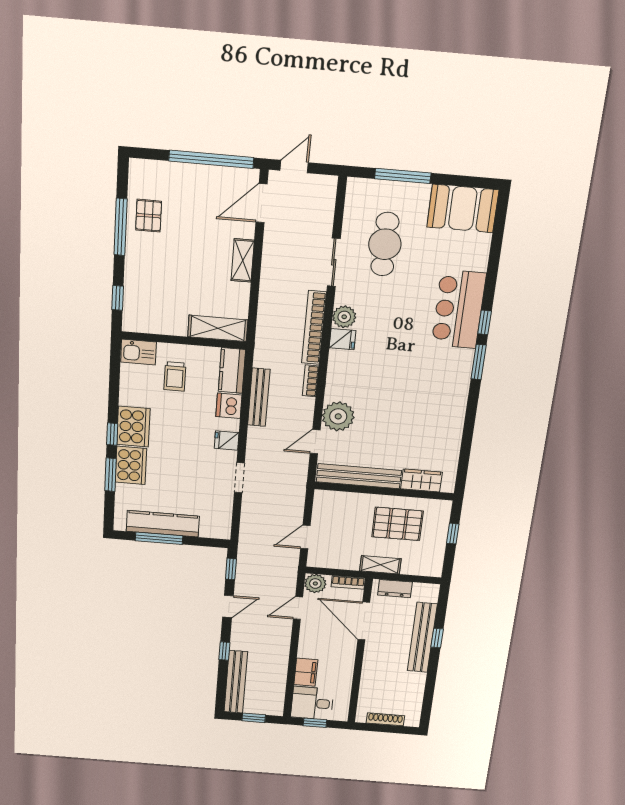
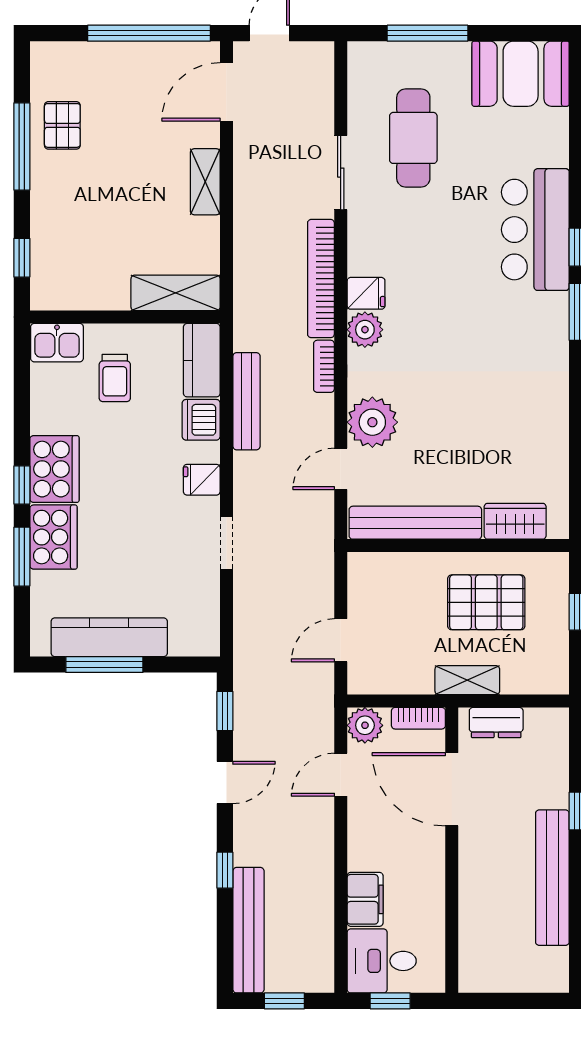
plant: (344, 317) -> (365, 330), moved
bench: (422, 638) -> (552, 878), moved
shoe rack: (385, 719) -> (510, 982), removed

